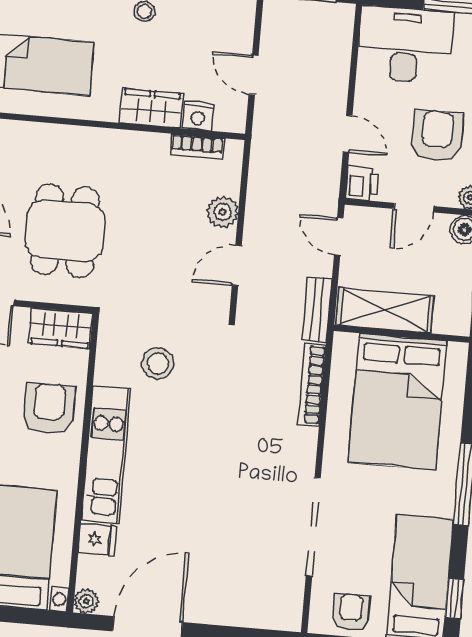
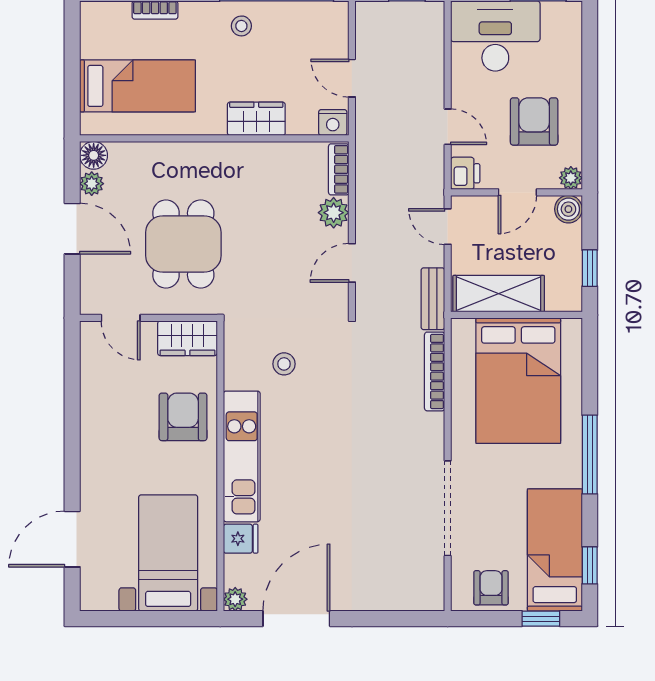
nightstand: (198, 116) -> (333, 123), moved
bookcase: (197, 146) -> (339, 169), moved, turned 90
stool: (158, 363) -> (284, 364), width x0.73, depth x0.73

